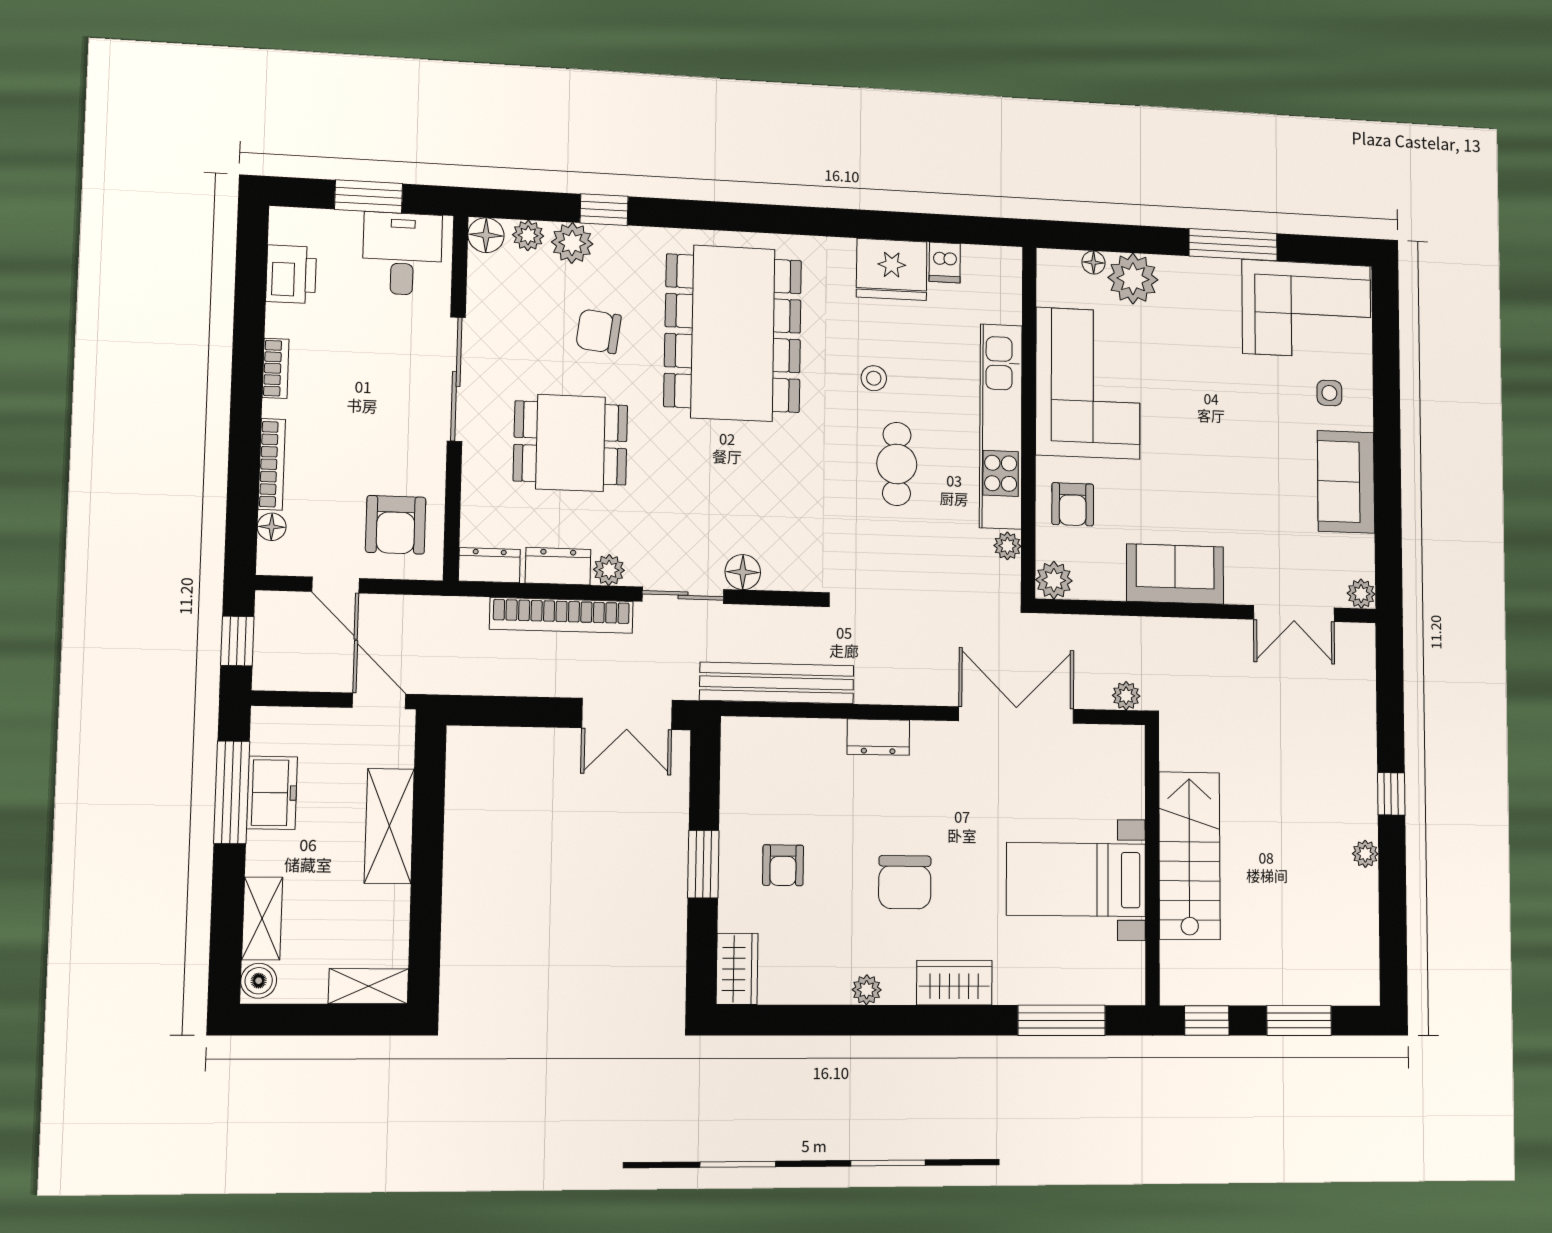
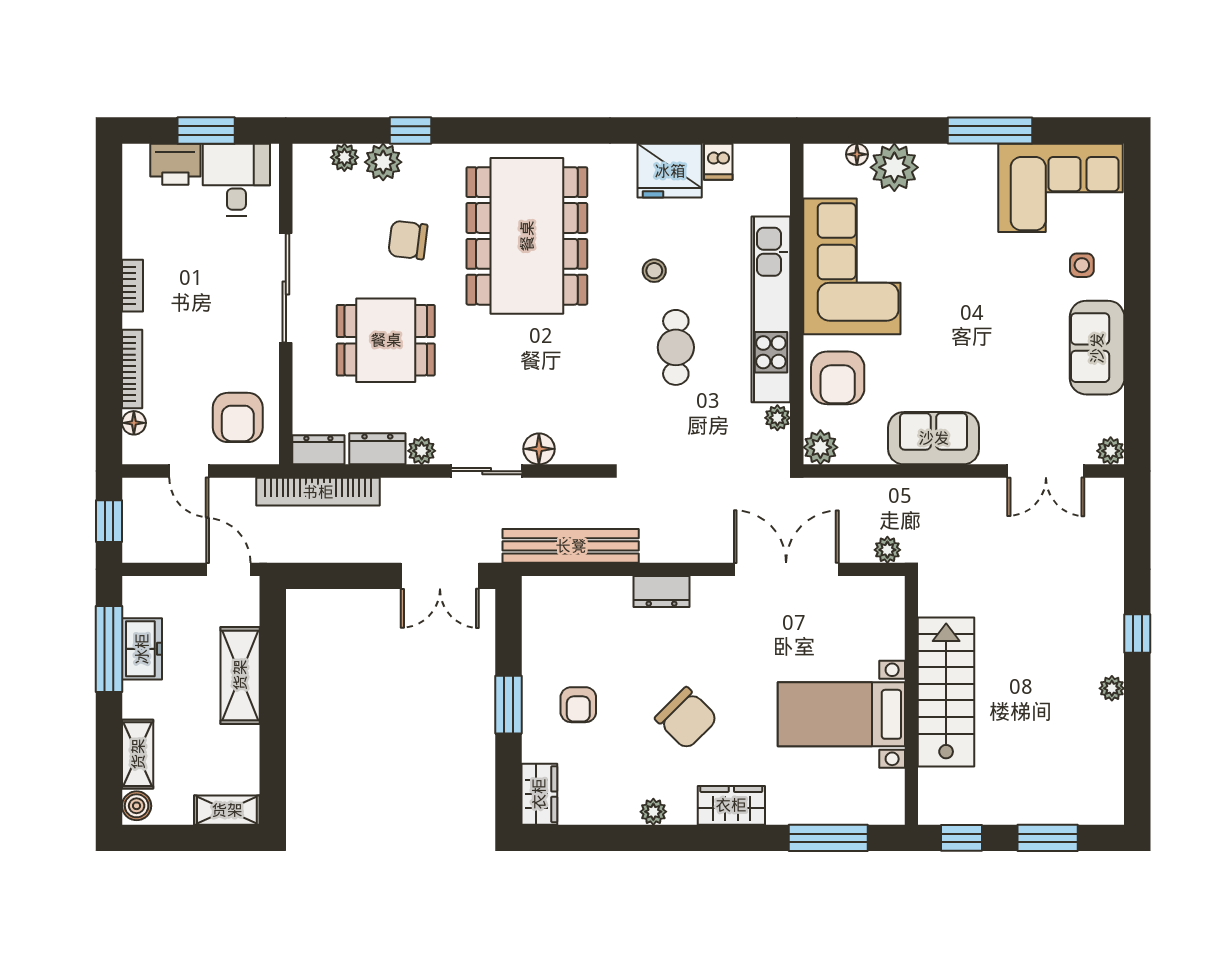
floor lamp: (486, 235) -> (308, 159), removed
printer: (291, 274) -> (175, 164), moved, turned 90
armchair: (1073, 504) -> (838, 378), width x1.38, depth x1.38
bookcase: (561, 615) -> (318, 492), moved
chair: (905, 882) -> (686, 718), turned -45

